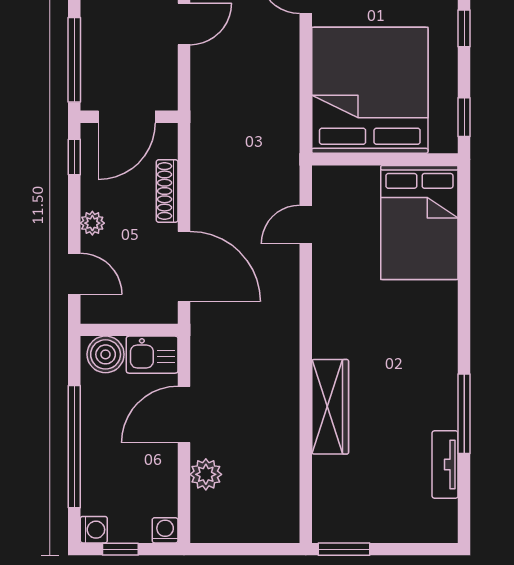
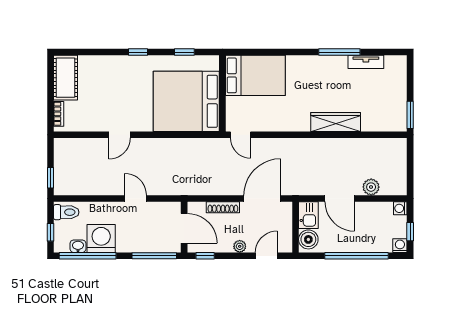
bed: (370, 90) -> (186, 101), moved
wall: (385, 159) -> (222, 93), moved
bed: (419, 223) -> (255, 75), moved

